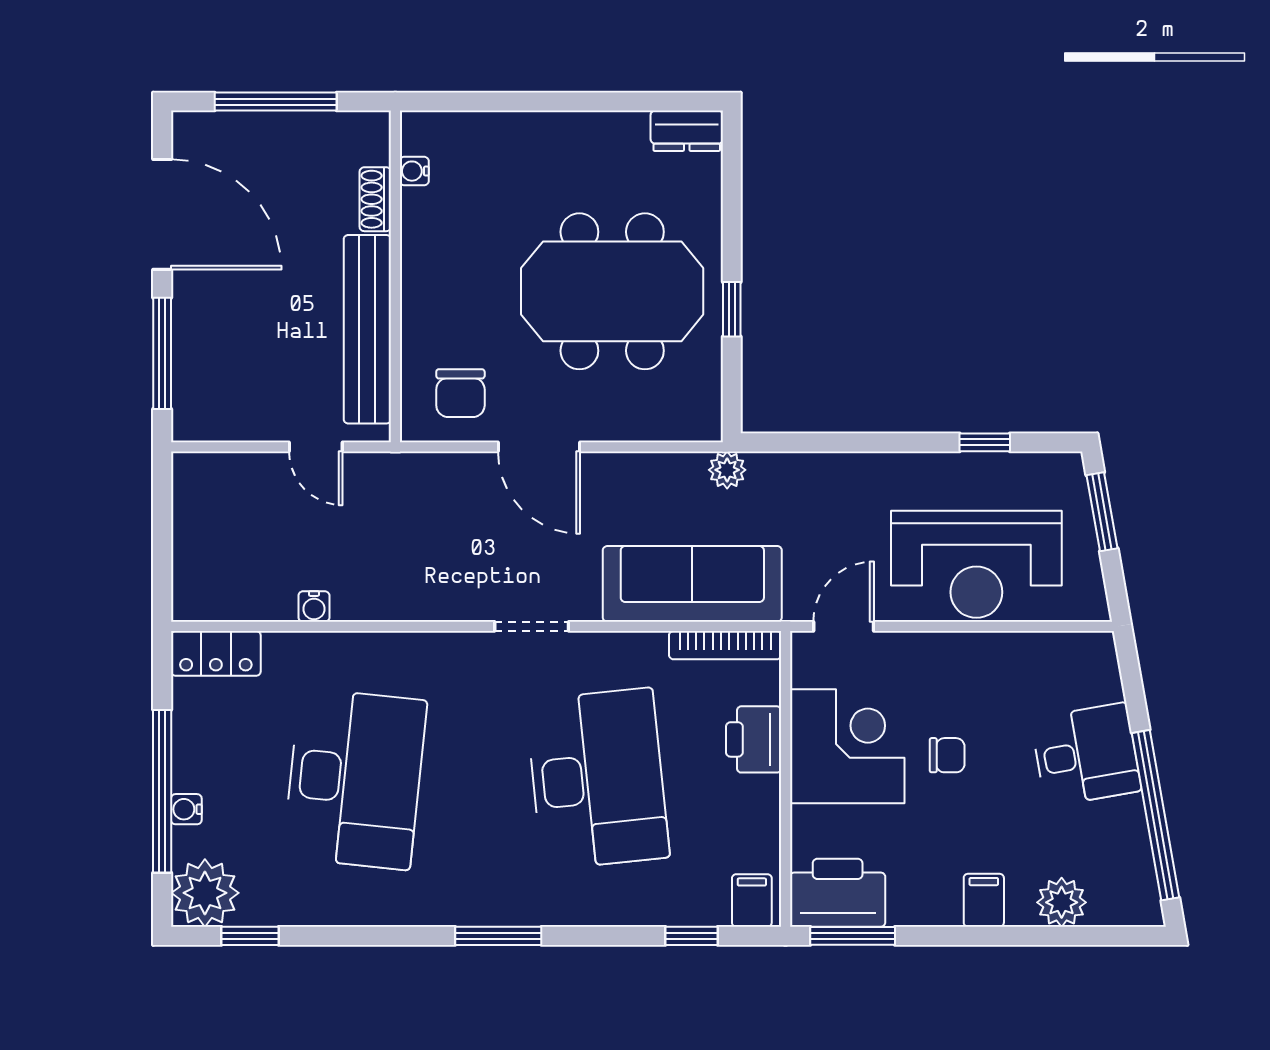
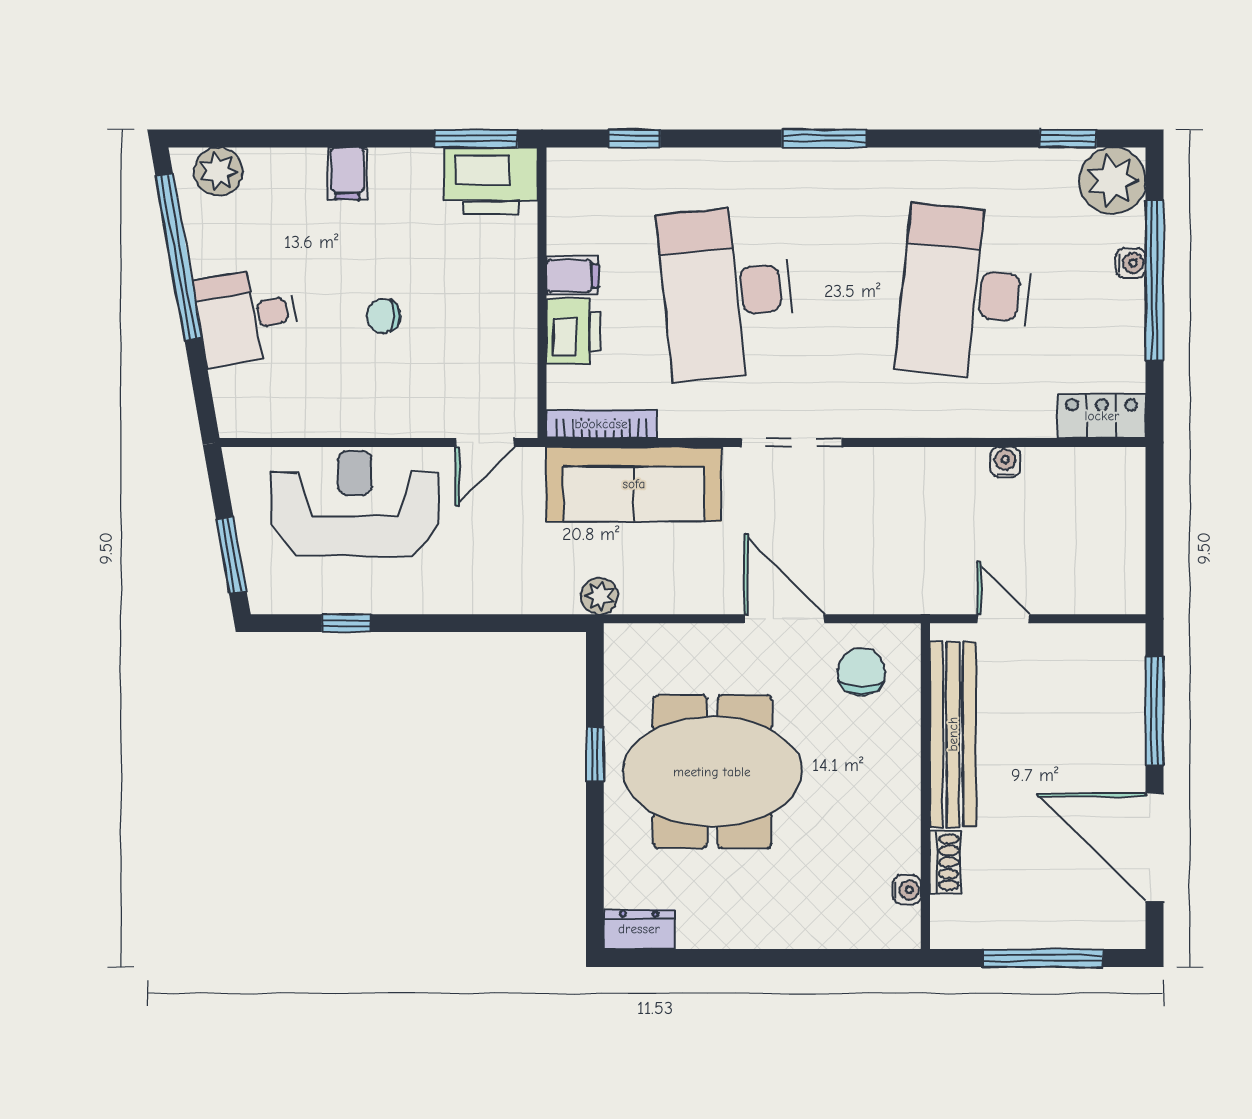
doorway: (532, 626) -> (791, 443), width x1.38
corner desk: (847, 746) -> (481, 325), removed
filing cabinet: (752, 900) -> (572, 276), moved, turned -90
plant: (1062, 902) -> (218, 171), moved

